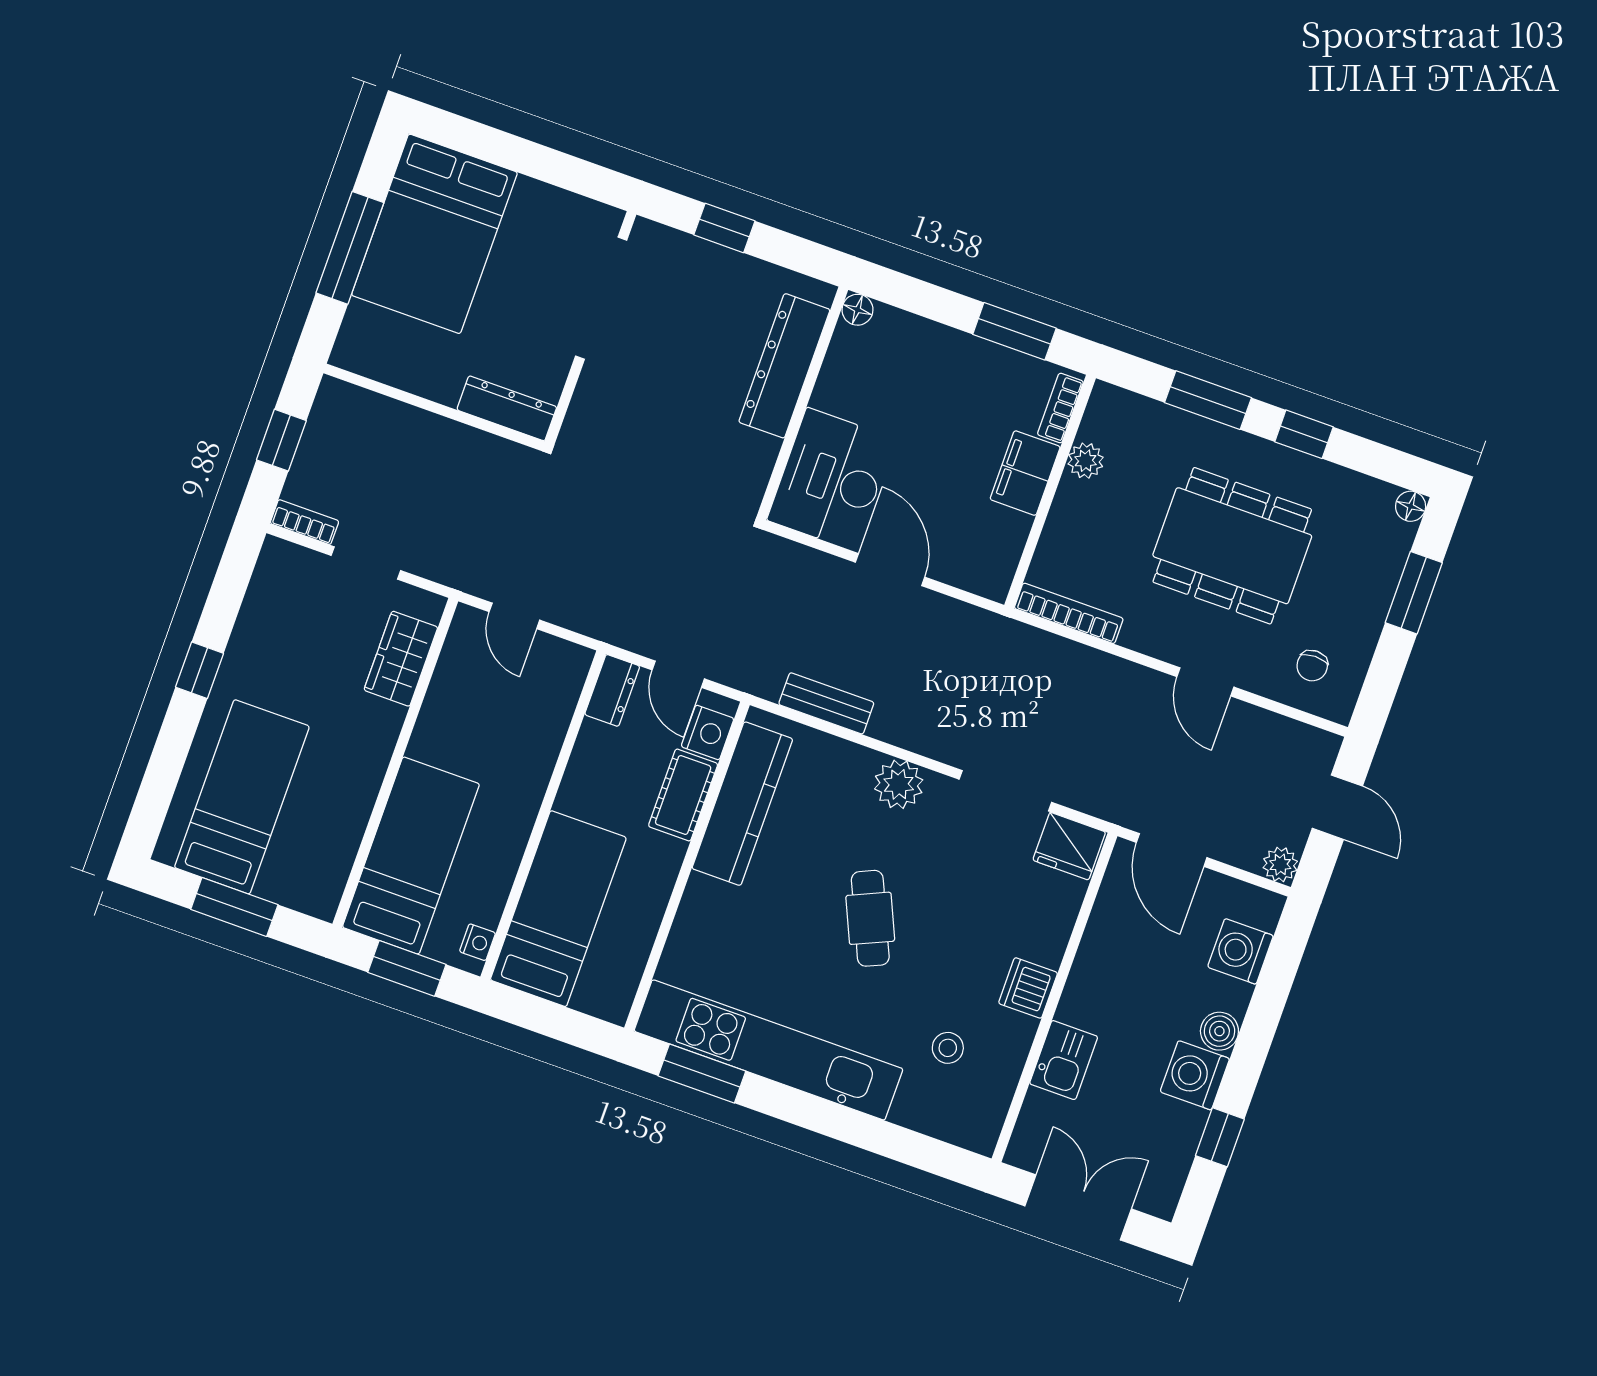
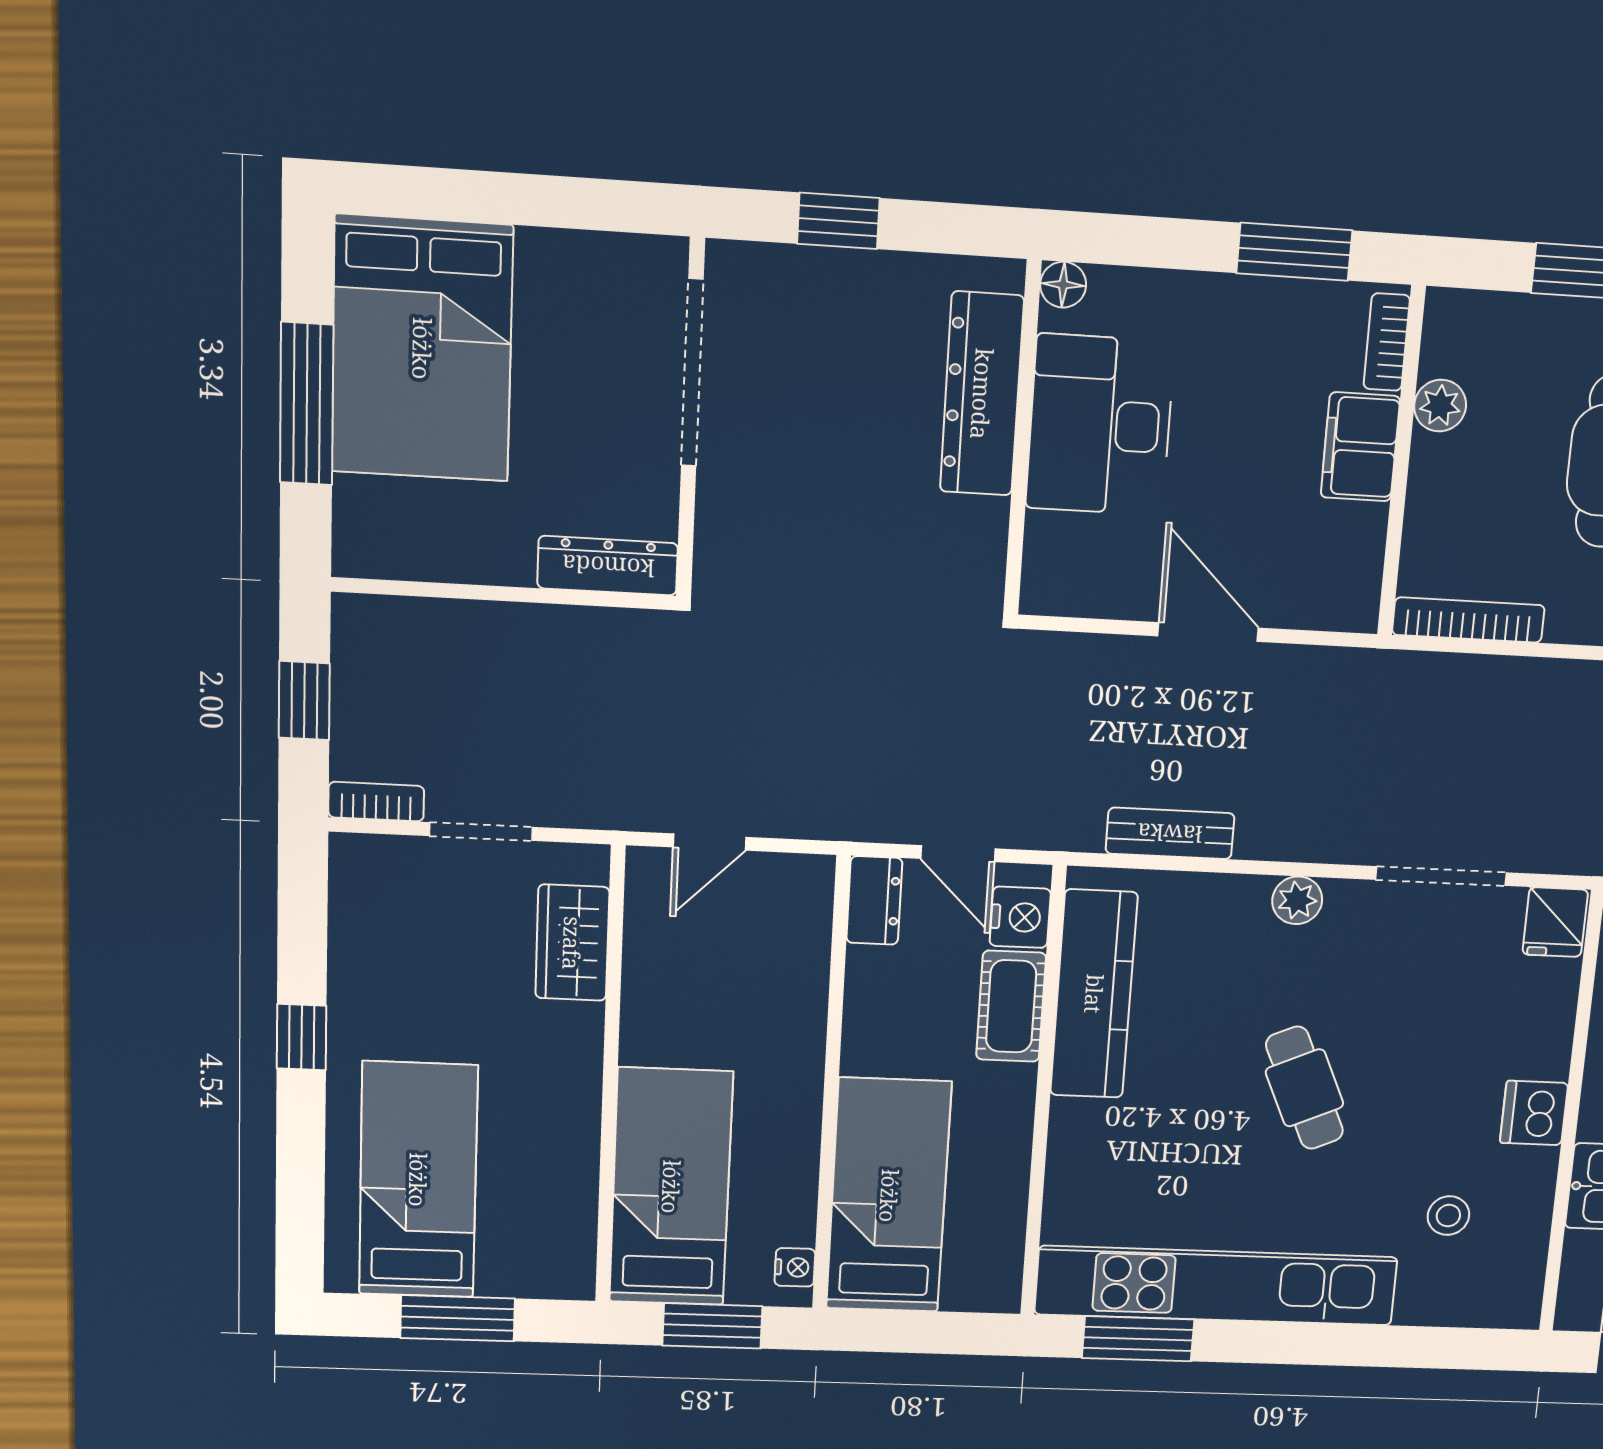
desk: (831, 479) -> (1100, 425), moved
door: (514, 616) -> (710, 842), hinge flipped
plant: (899, 784) -> (1297, 900), width x0.73, depth x0.73
fridge: (1069, 846) -> (1555, 922), width x0.72

